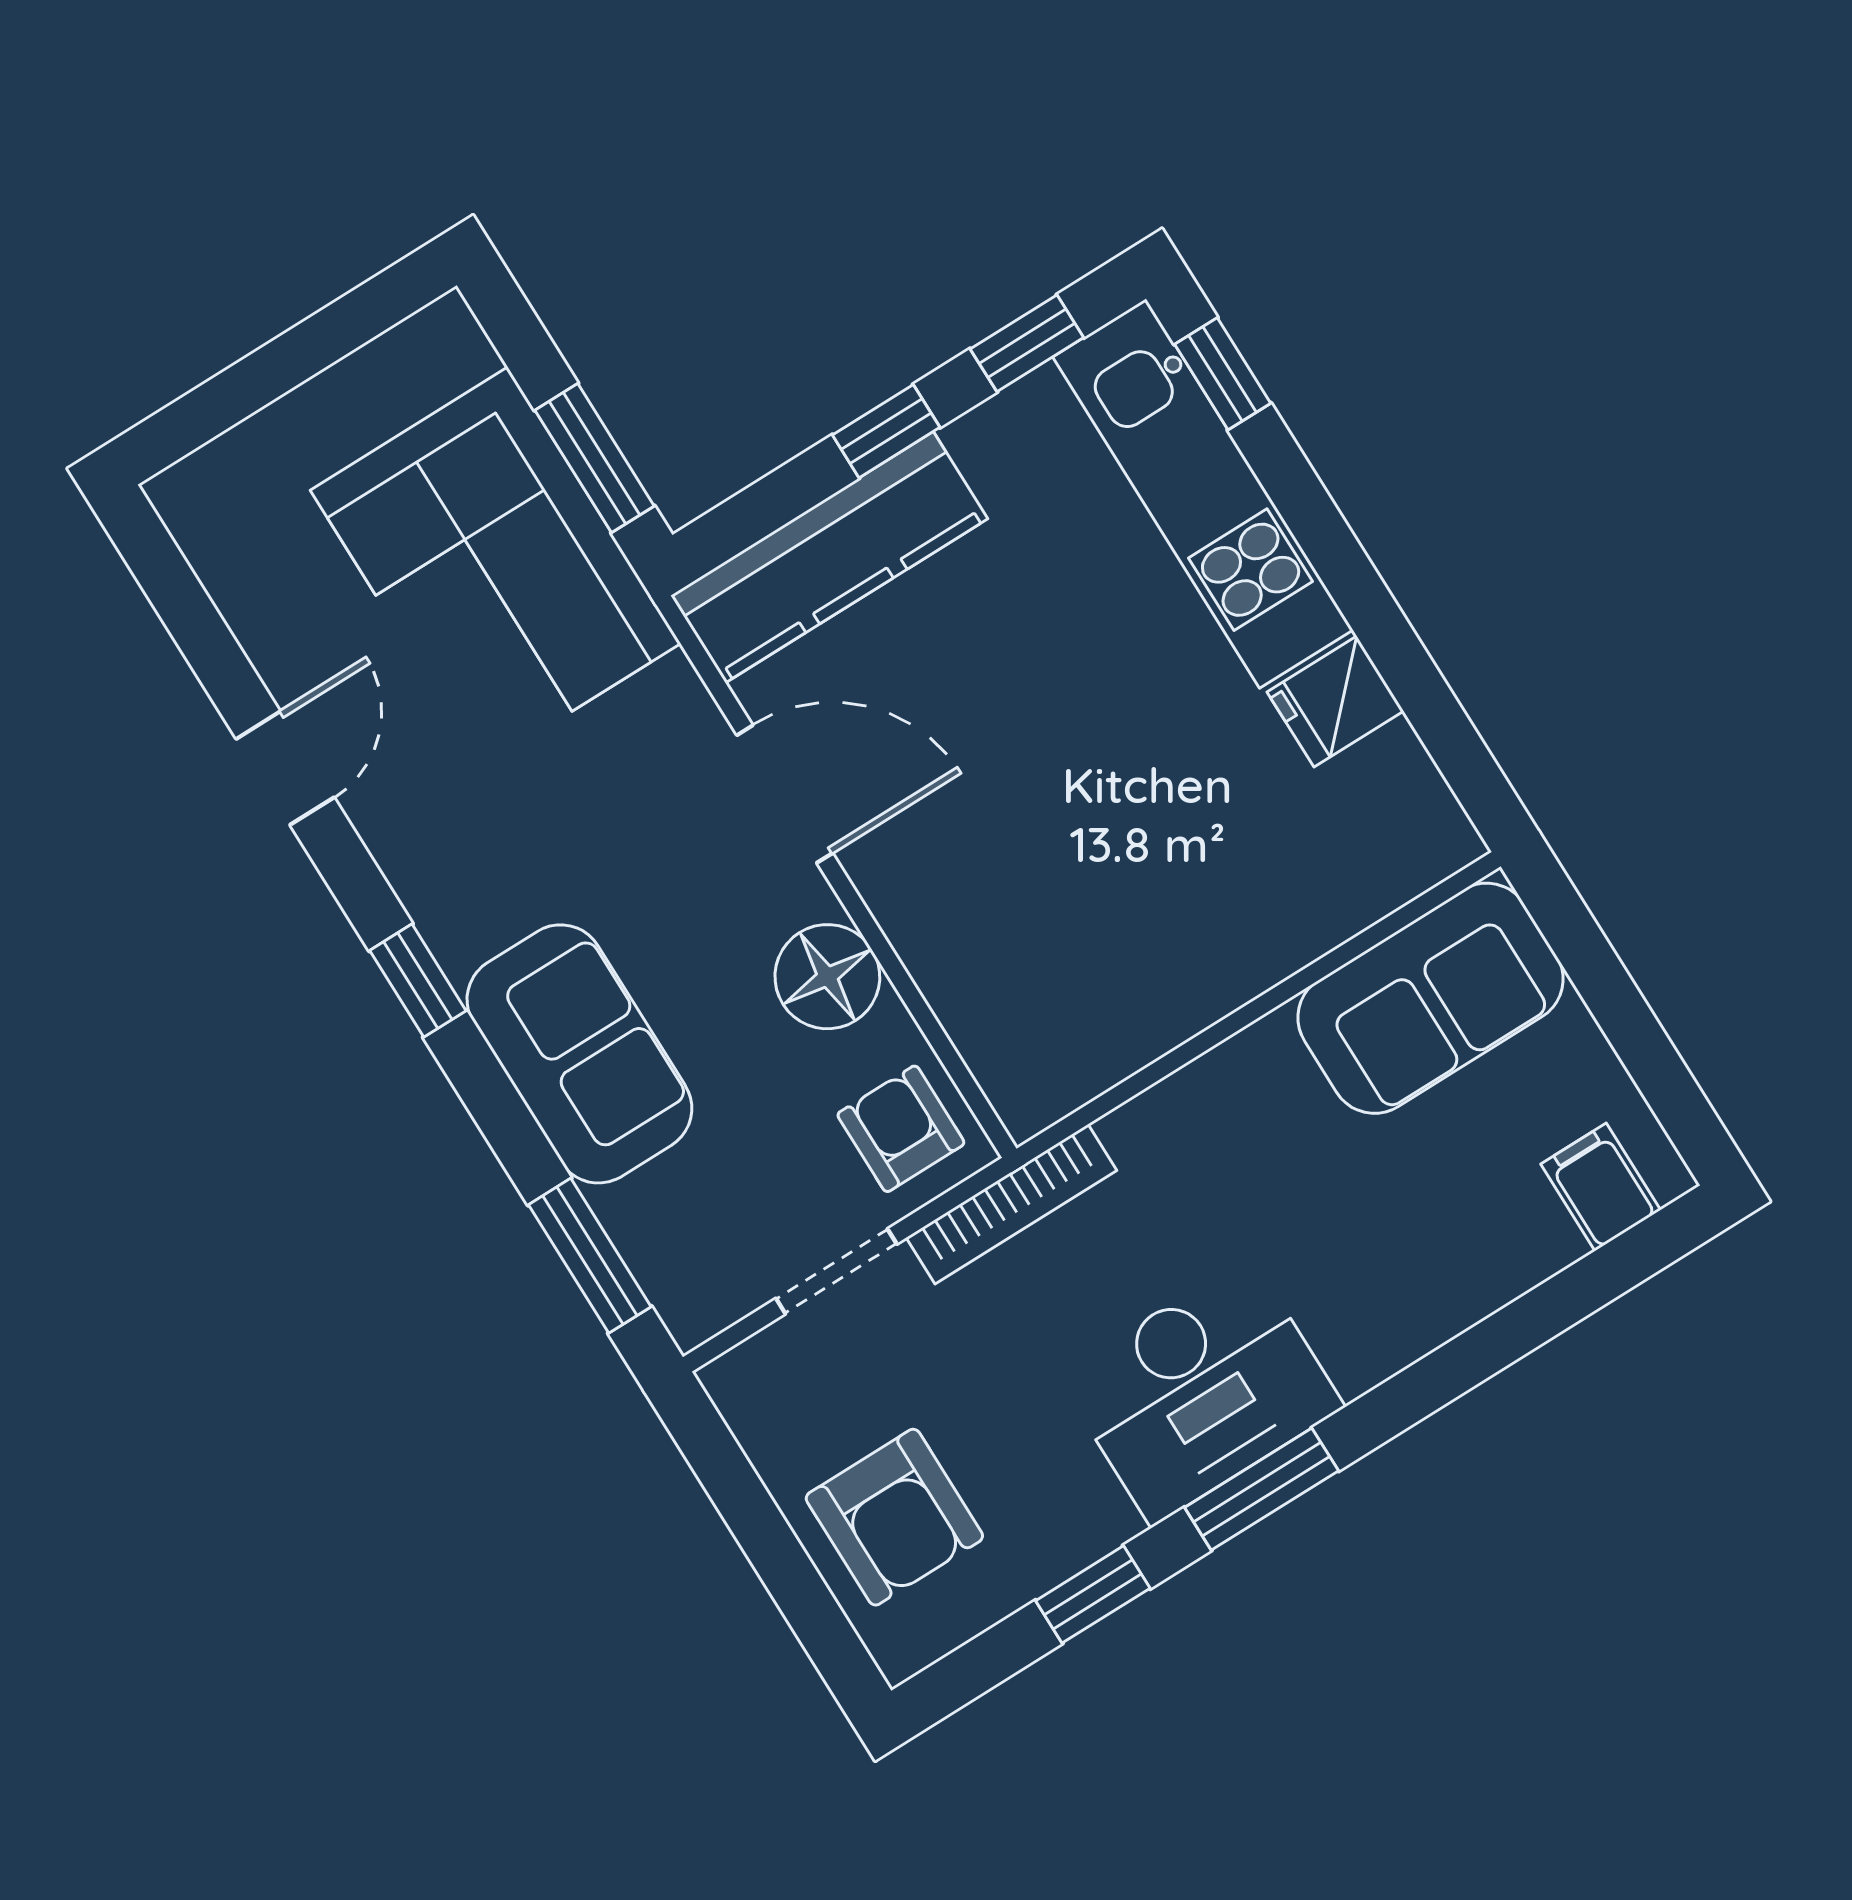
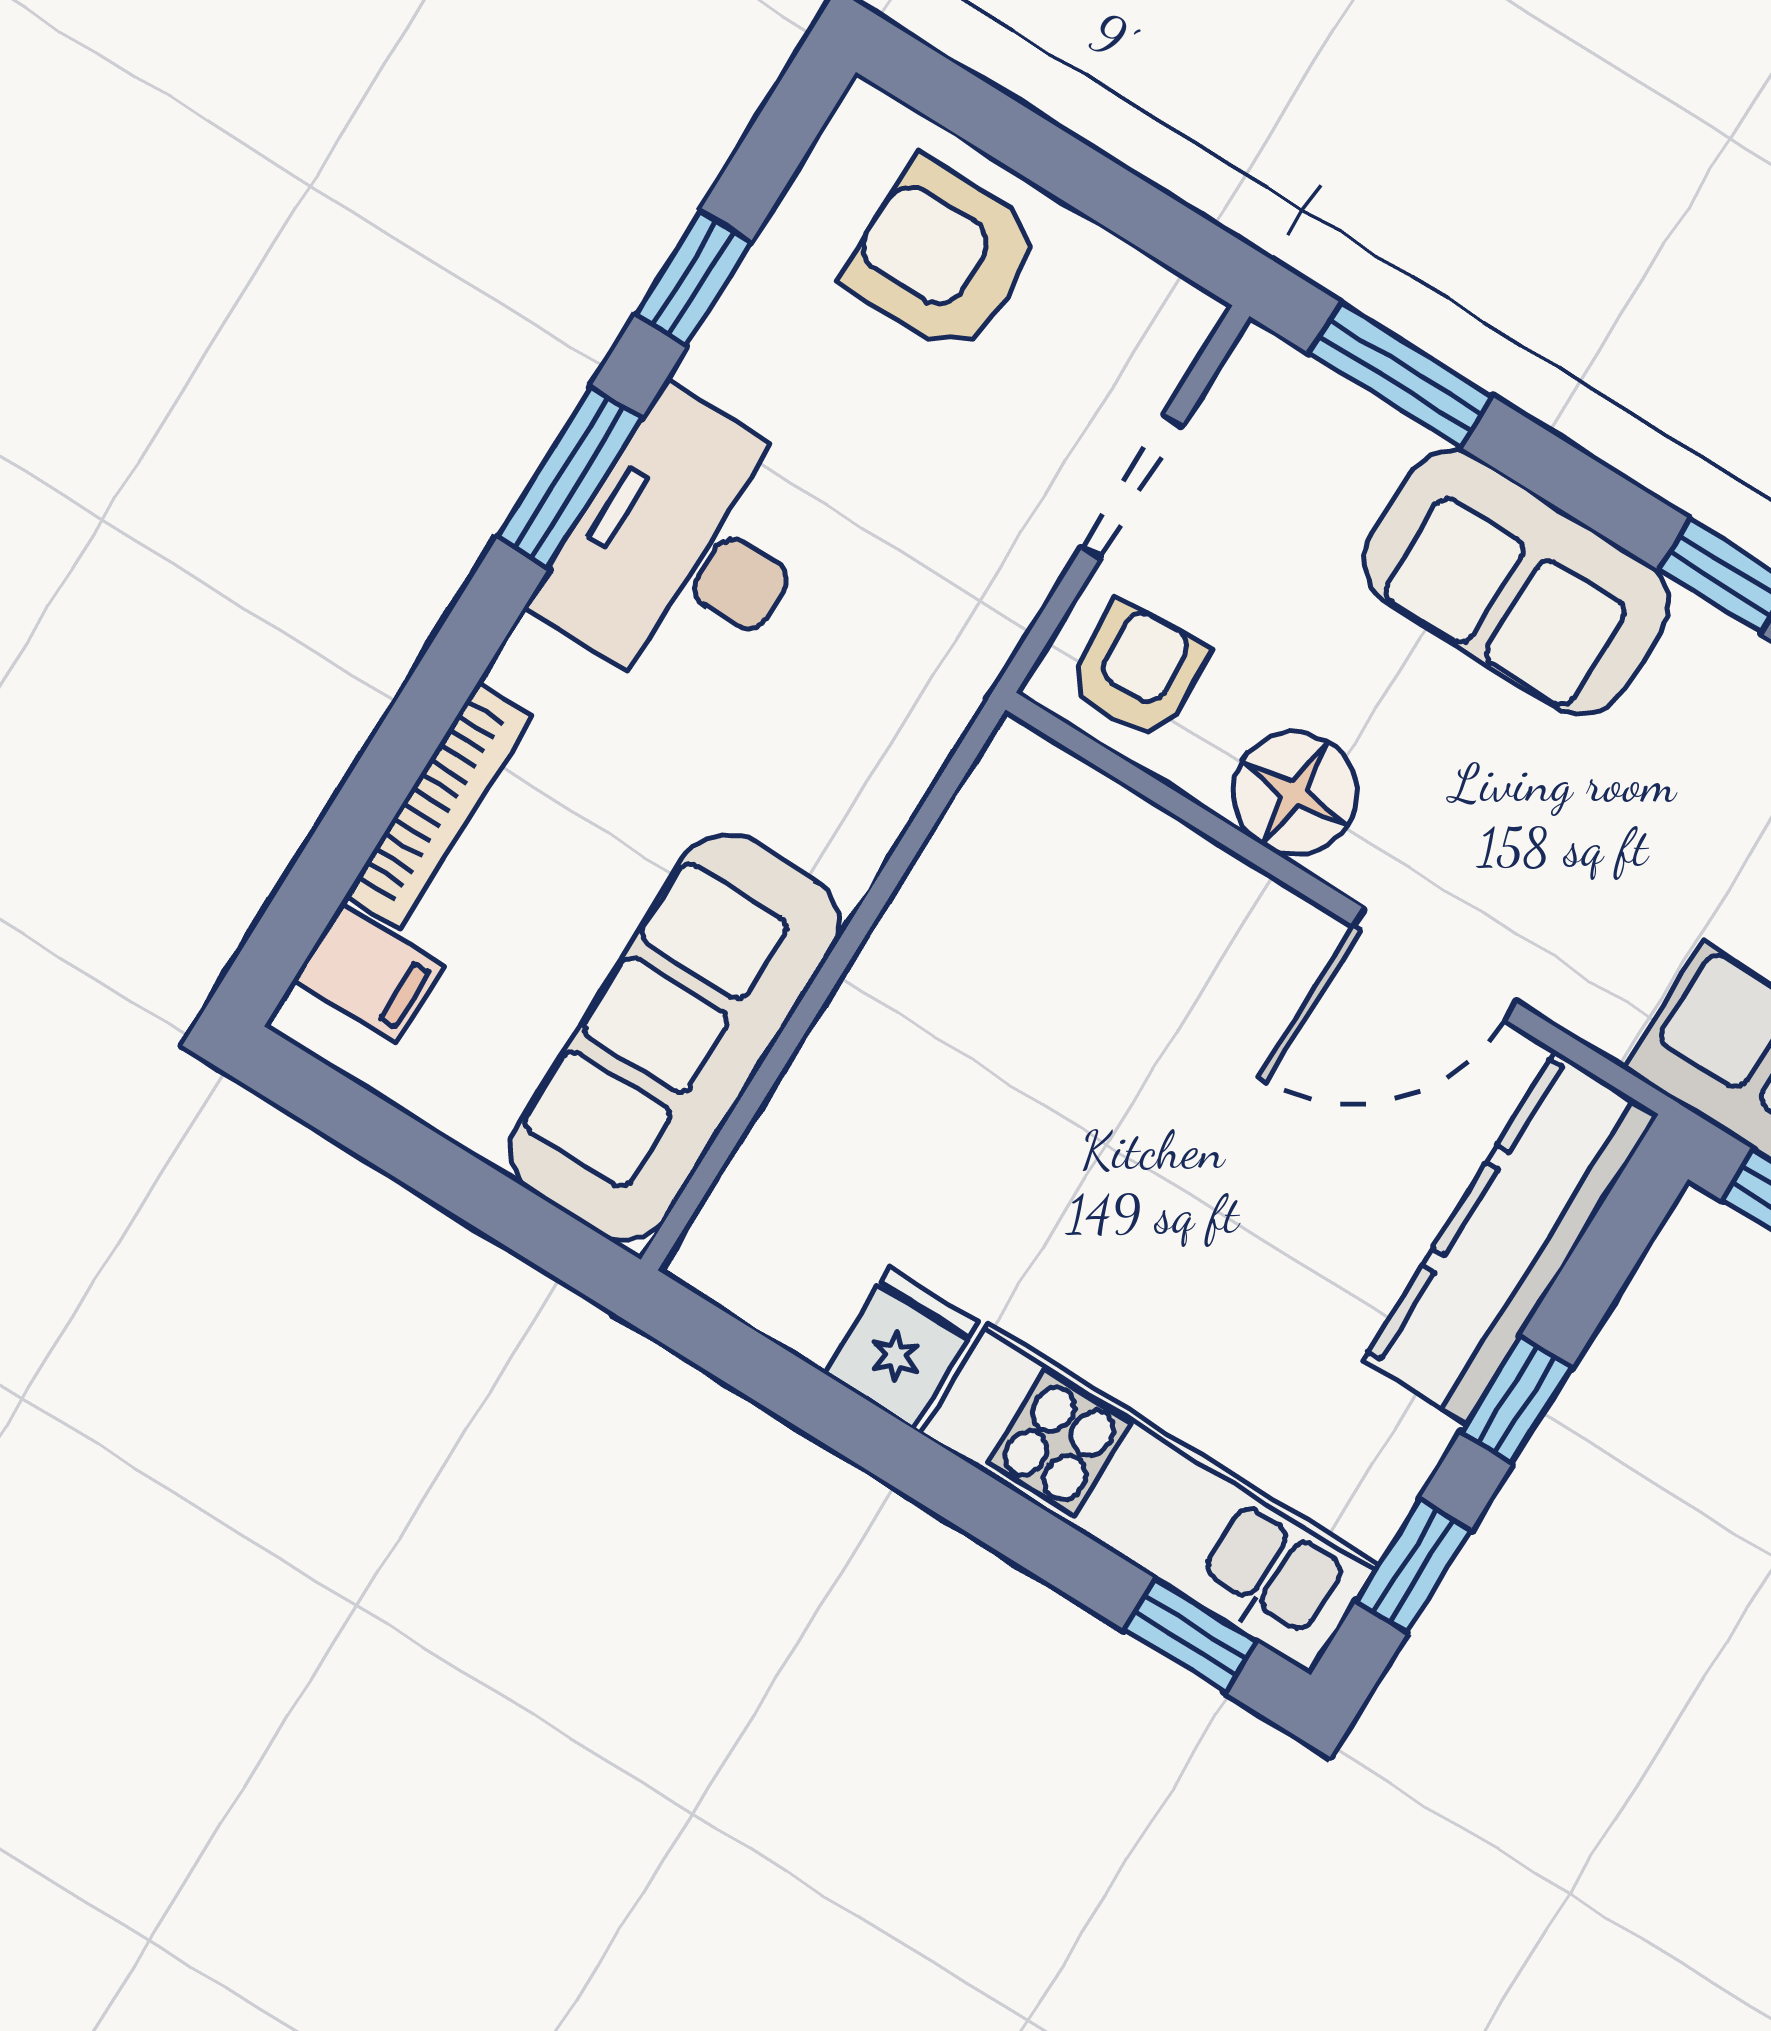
sofa: (1431, 998) -> (675, 1037), width x1.36
armchair: (901, 1129) -> (1138, 671), turned -94
bookcase: (1011, 1204) -> (439, 806), moved, turned 180

